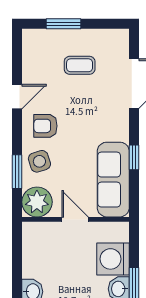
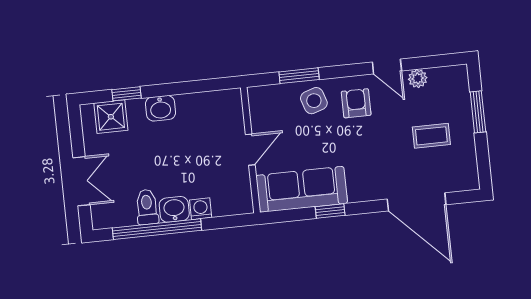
coffee table: (80, 65) -> (431, 136), turned 90
plant: (37, 202) -> (418, 78), moved, width x0.53, depth x0.53
washing machine: (113, 259) -> (201, 209), width x0.53, depth x0.53

